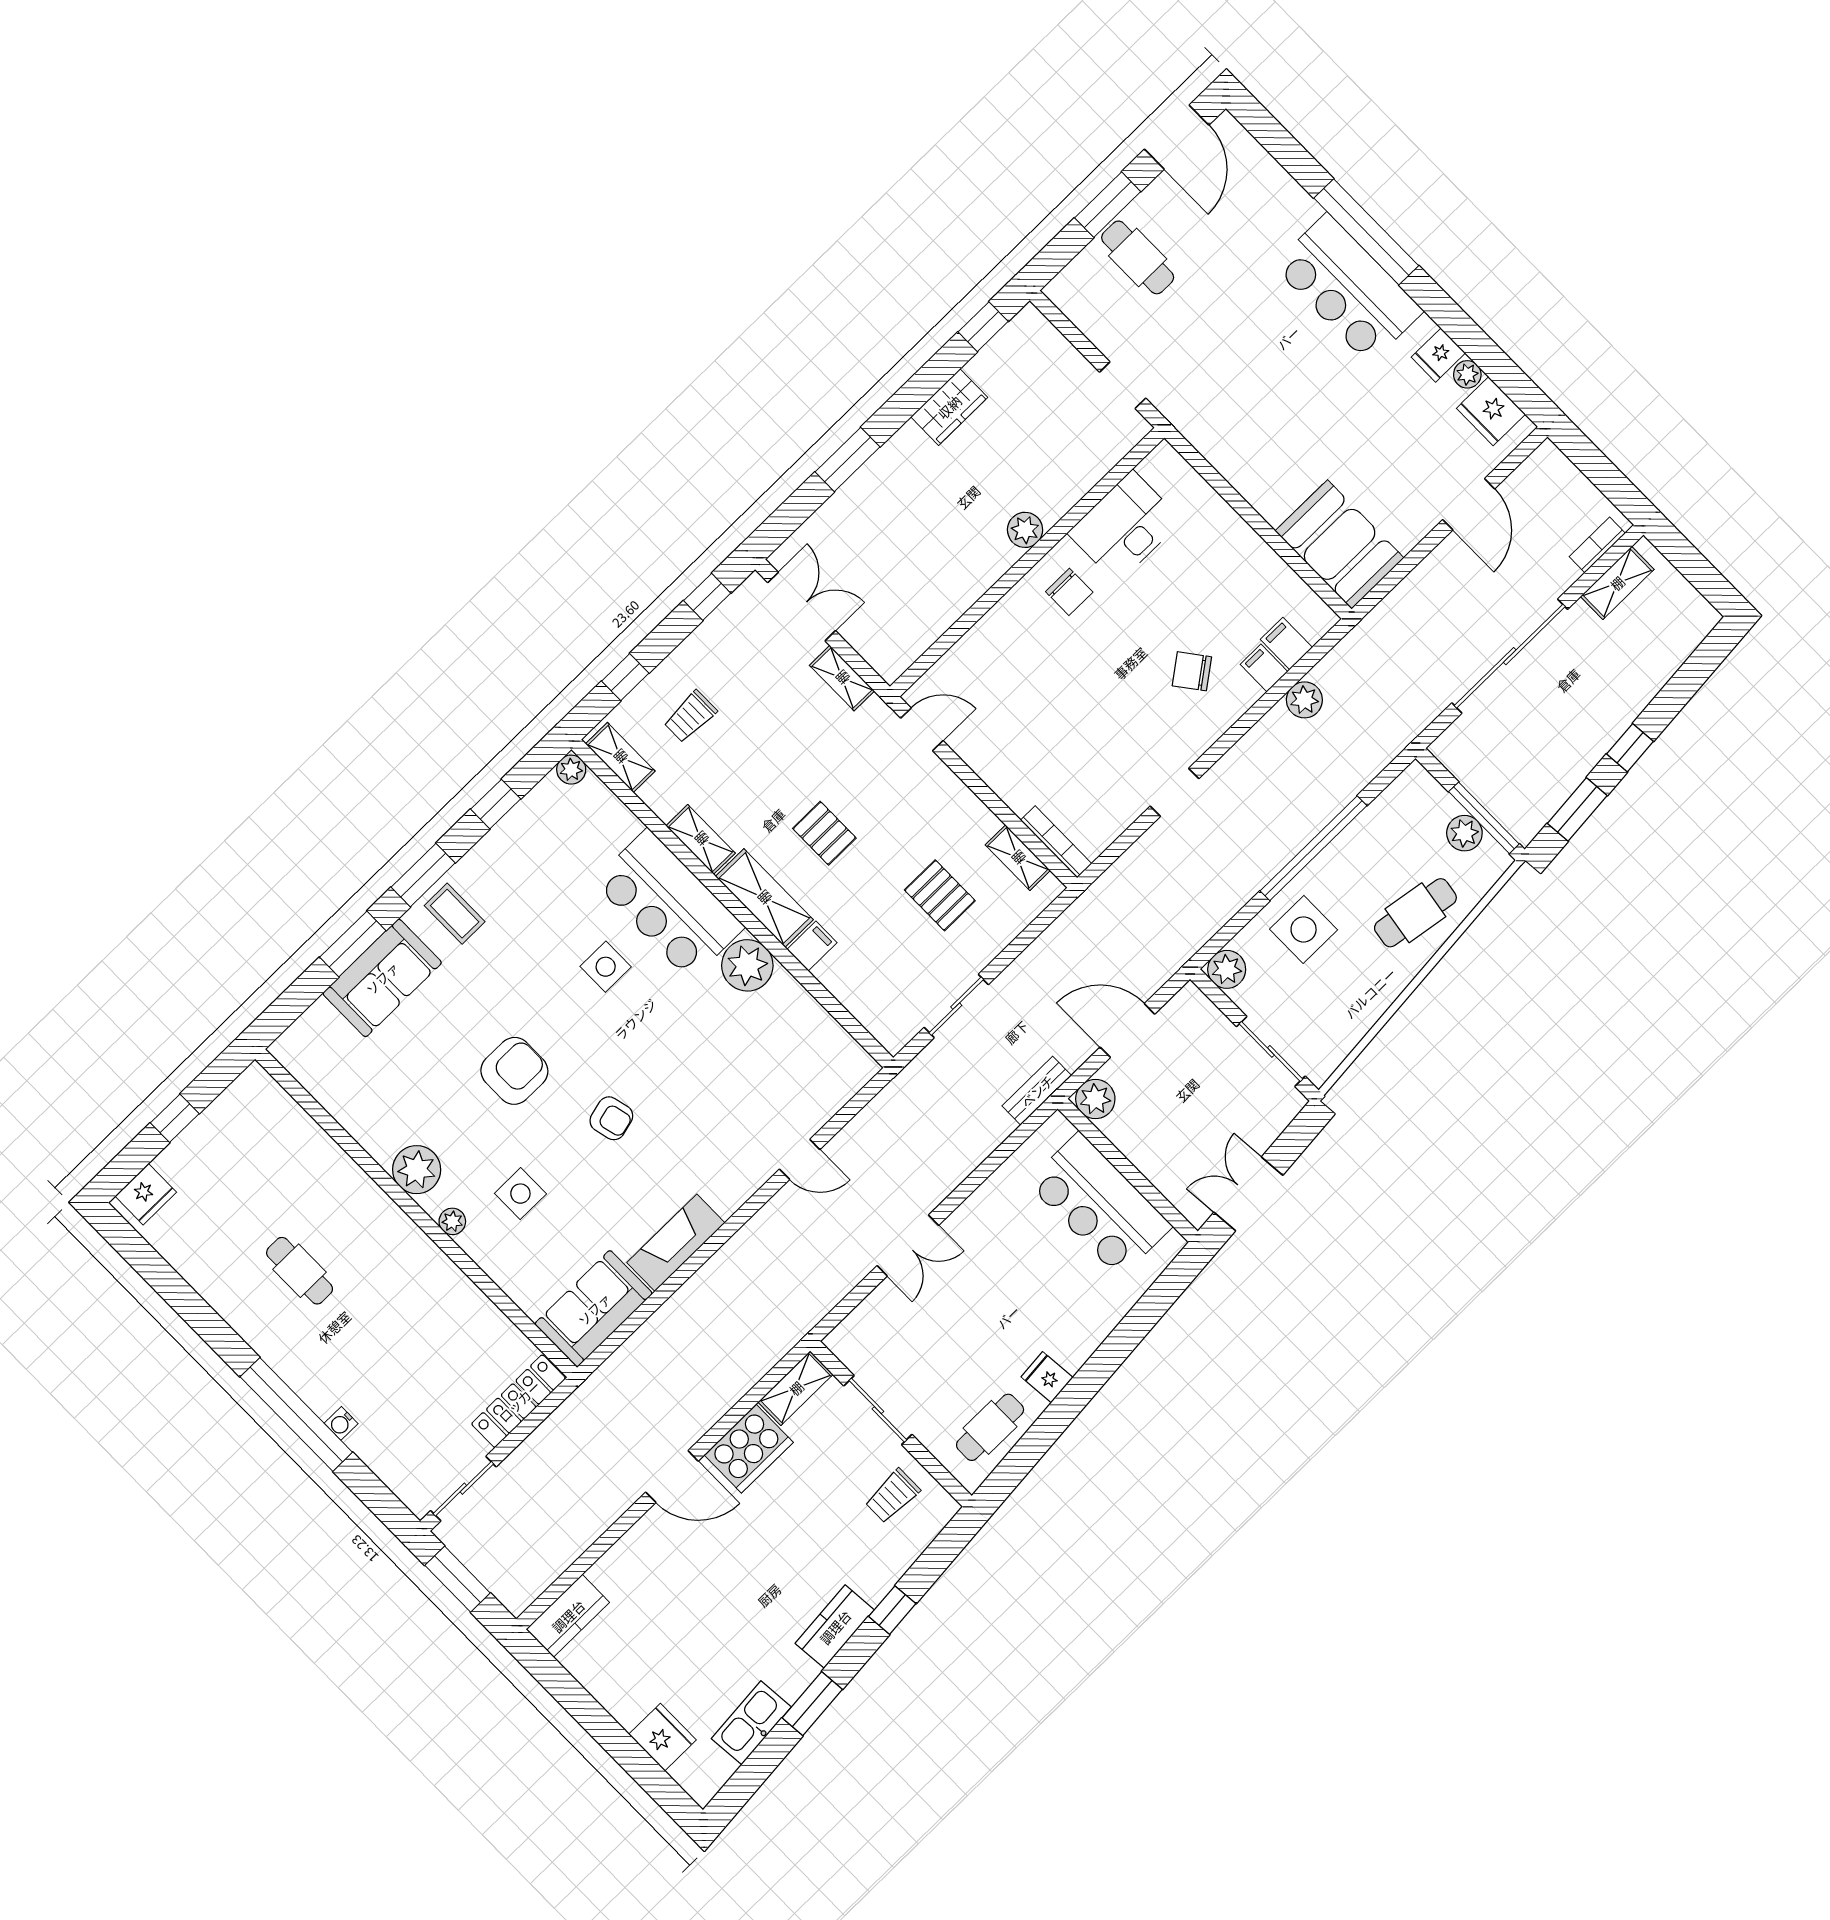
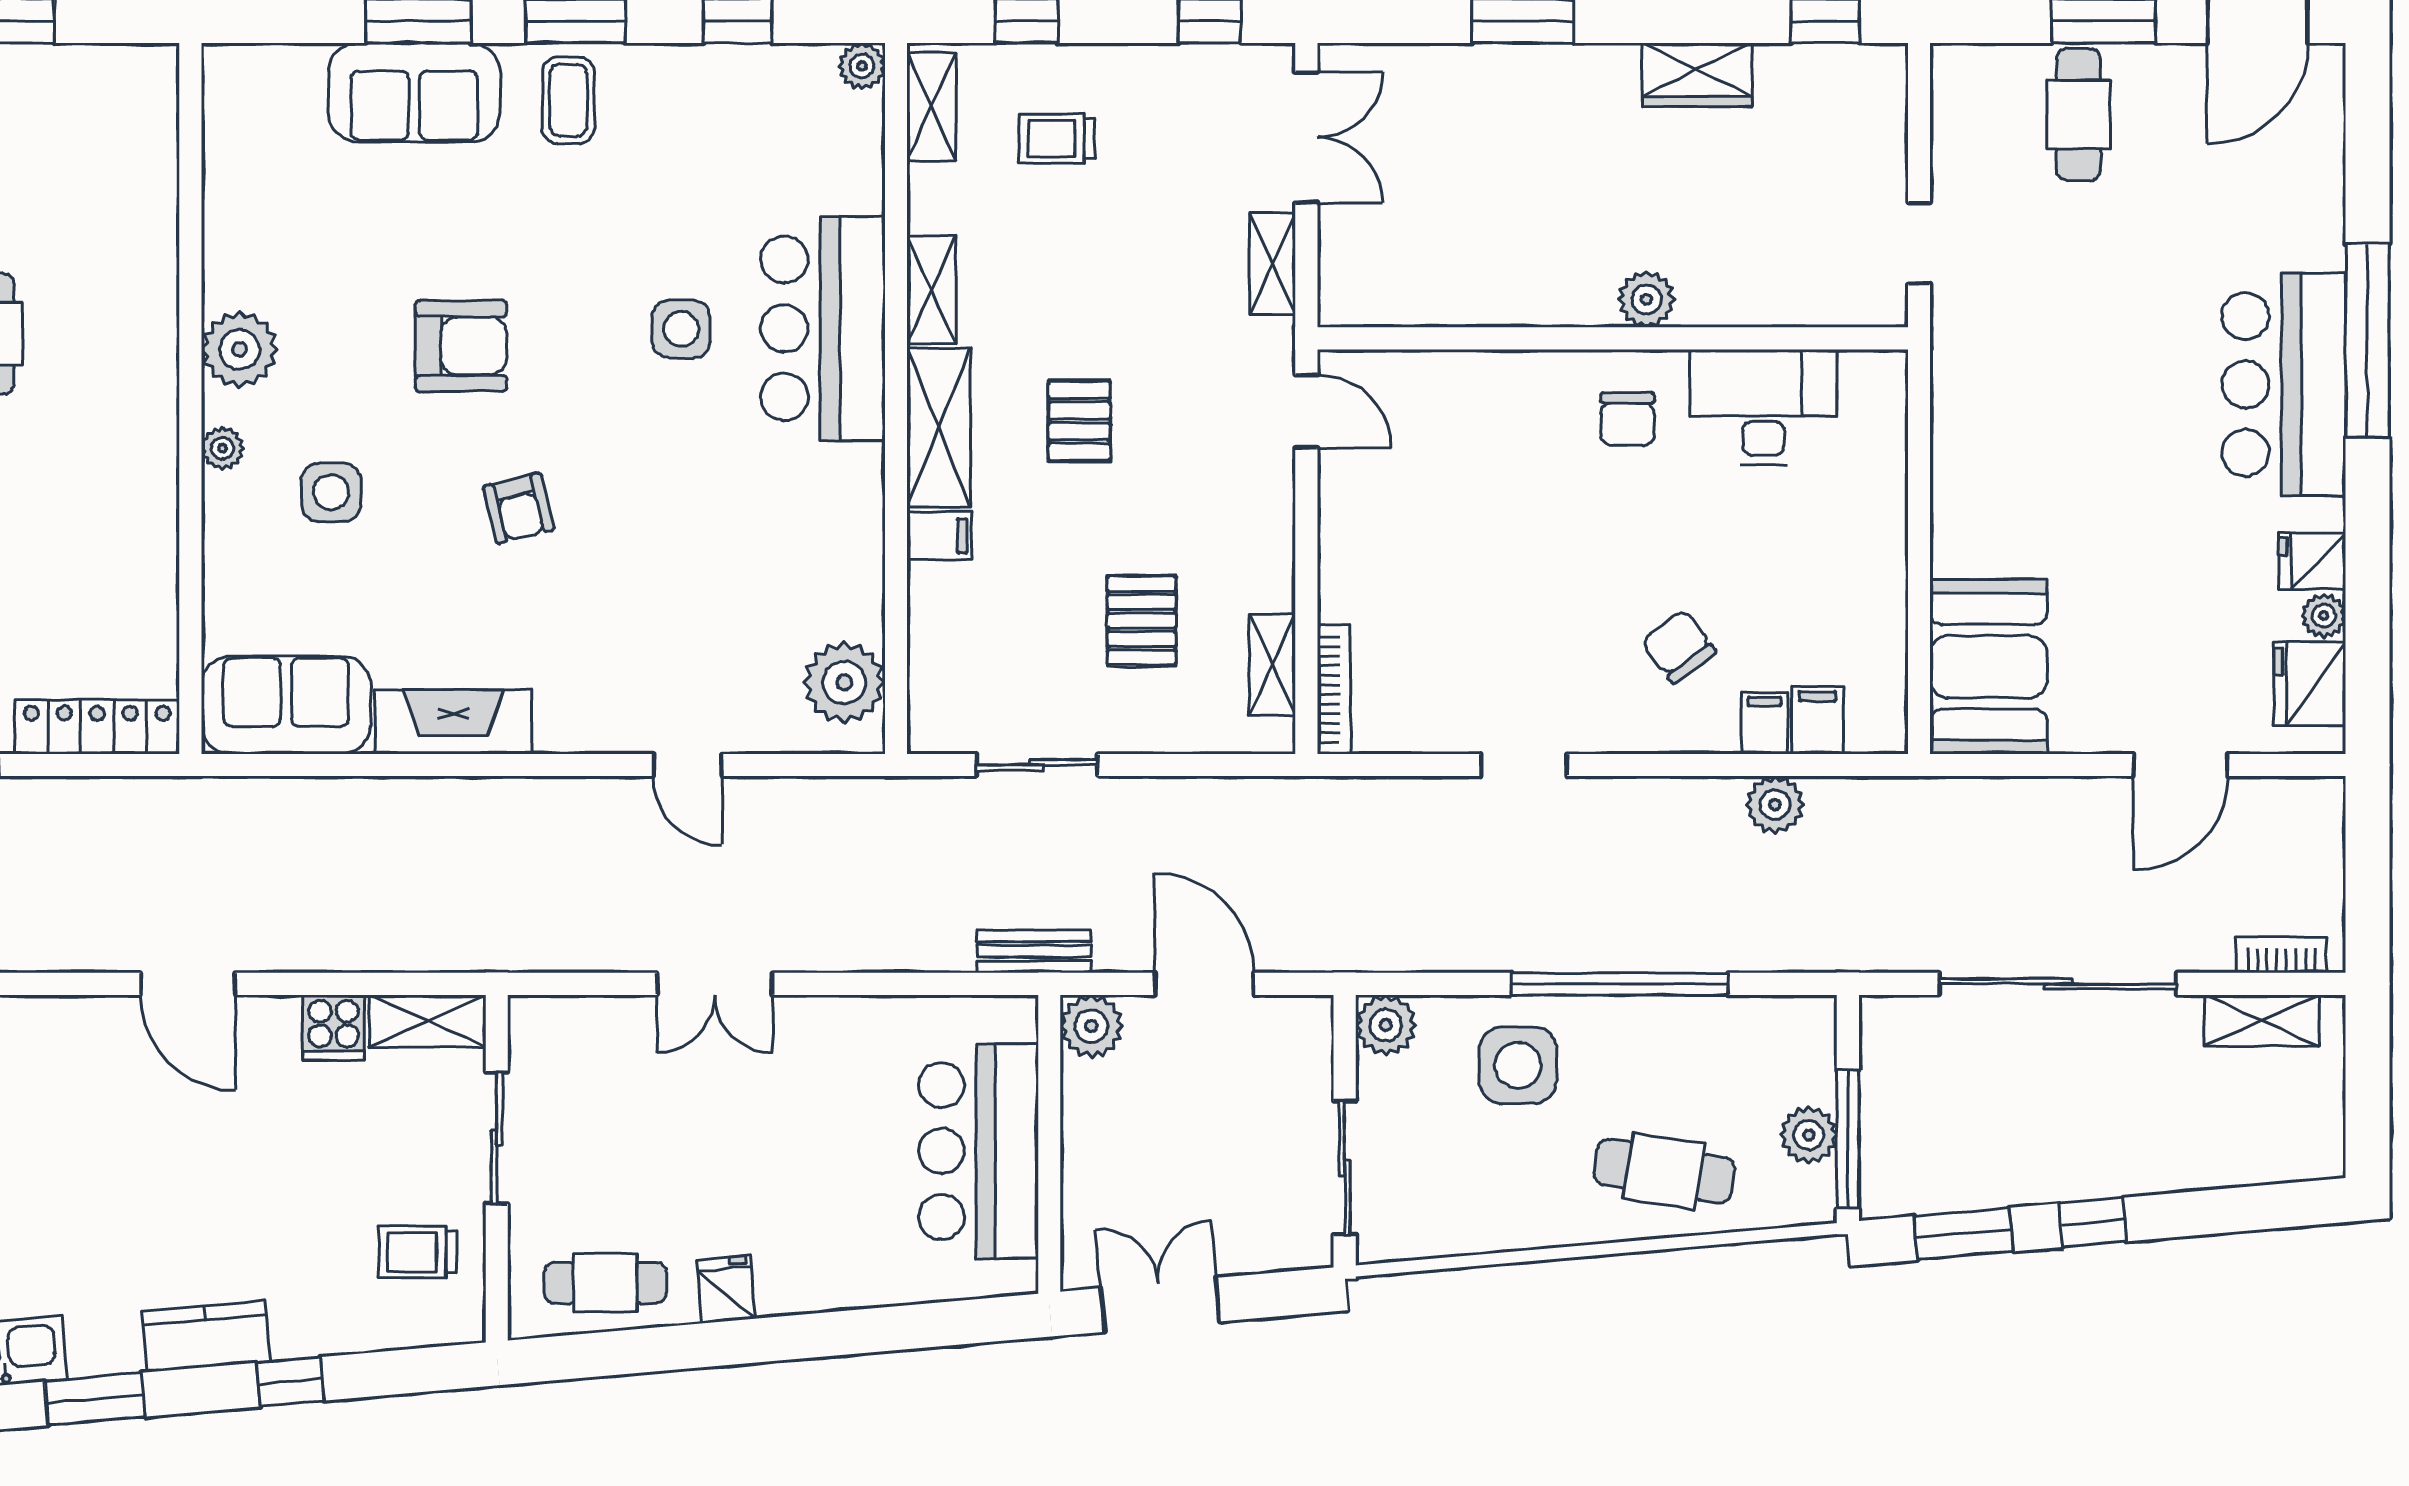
plant: (747, 965) -> (844, 682), moved
cooker: (749, 1449) -> (334, 1027), width x0.53, depth x0.76

